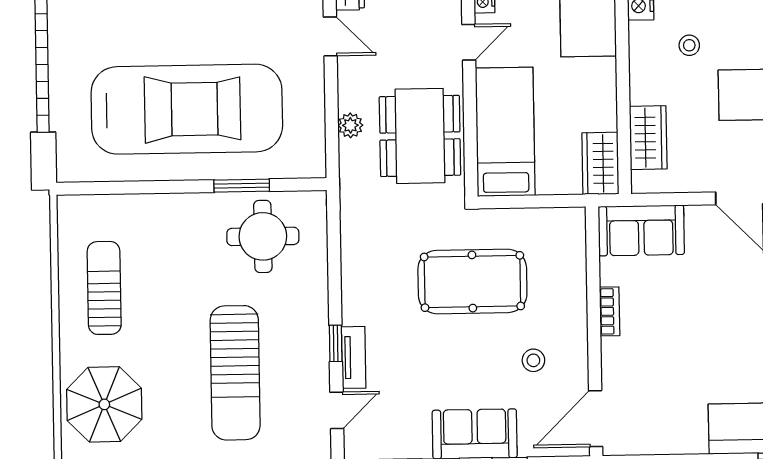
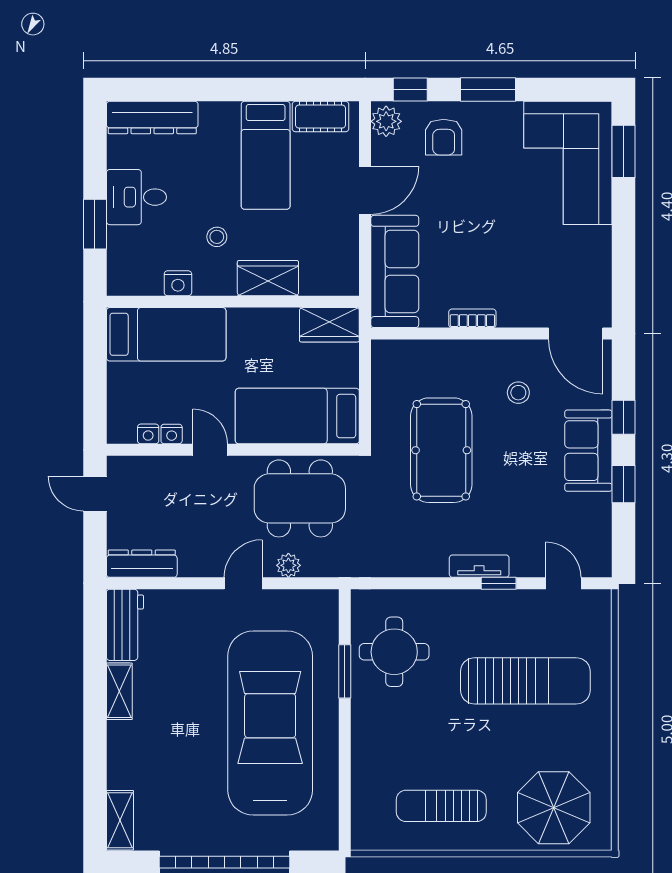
door: (330, 36) -> (243, 583), moved
wardrobe: (648, 138) -> (268, 278), moved
sofa: (641, 230) -> (395, 271), width x1.36
tv unit: (354, 357) -> (479, 566), moved

